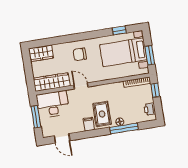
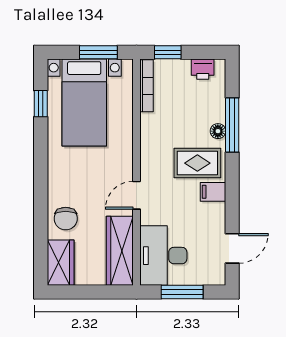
chair: (80, 54) -> (66, 219), moved

